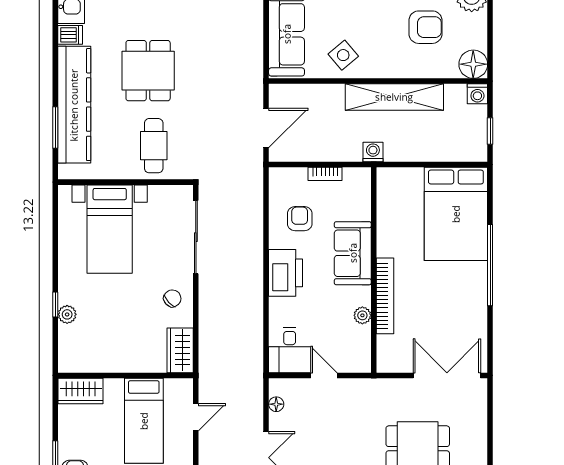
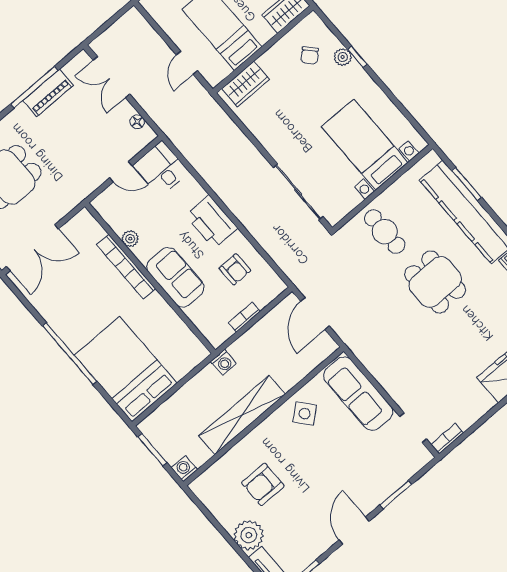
floor lamp: (473, 64) -> (206, 487), removed
window: (490, 131) -> (152, 450), width x1.50
chair: (172, 298) -> (310, 55), moved
wardrobe: (180, 350) -> (246, 84), moved, turned 90

